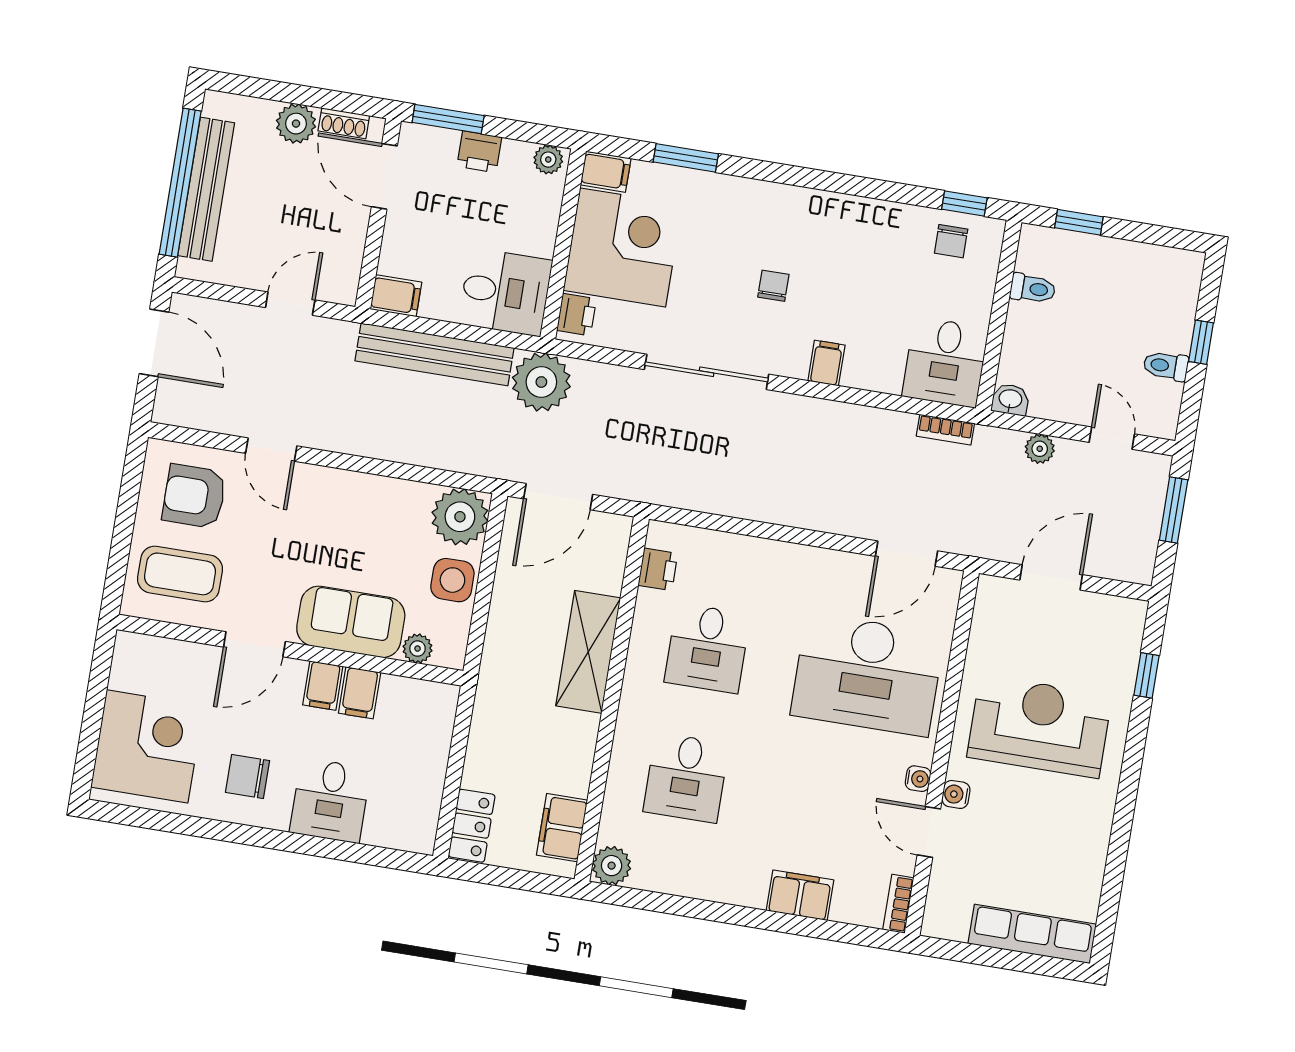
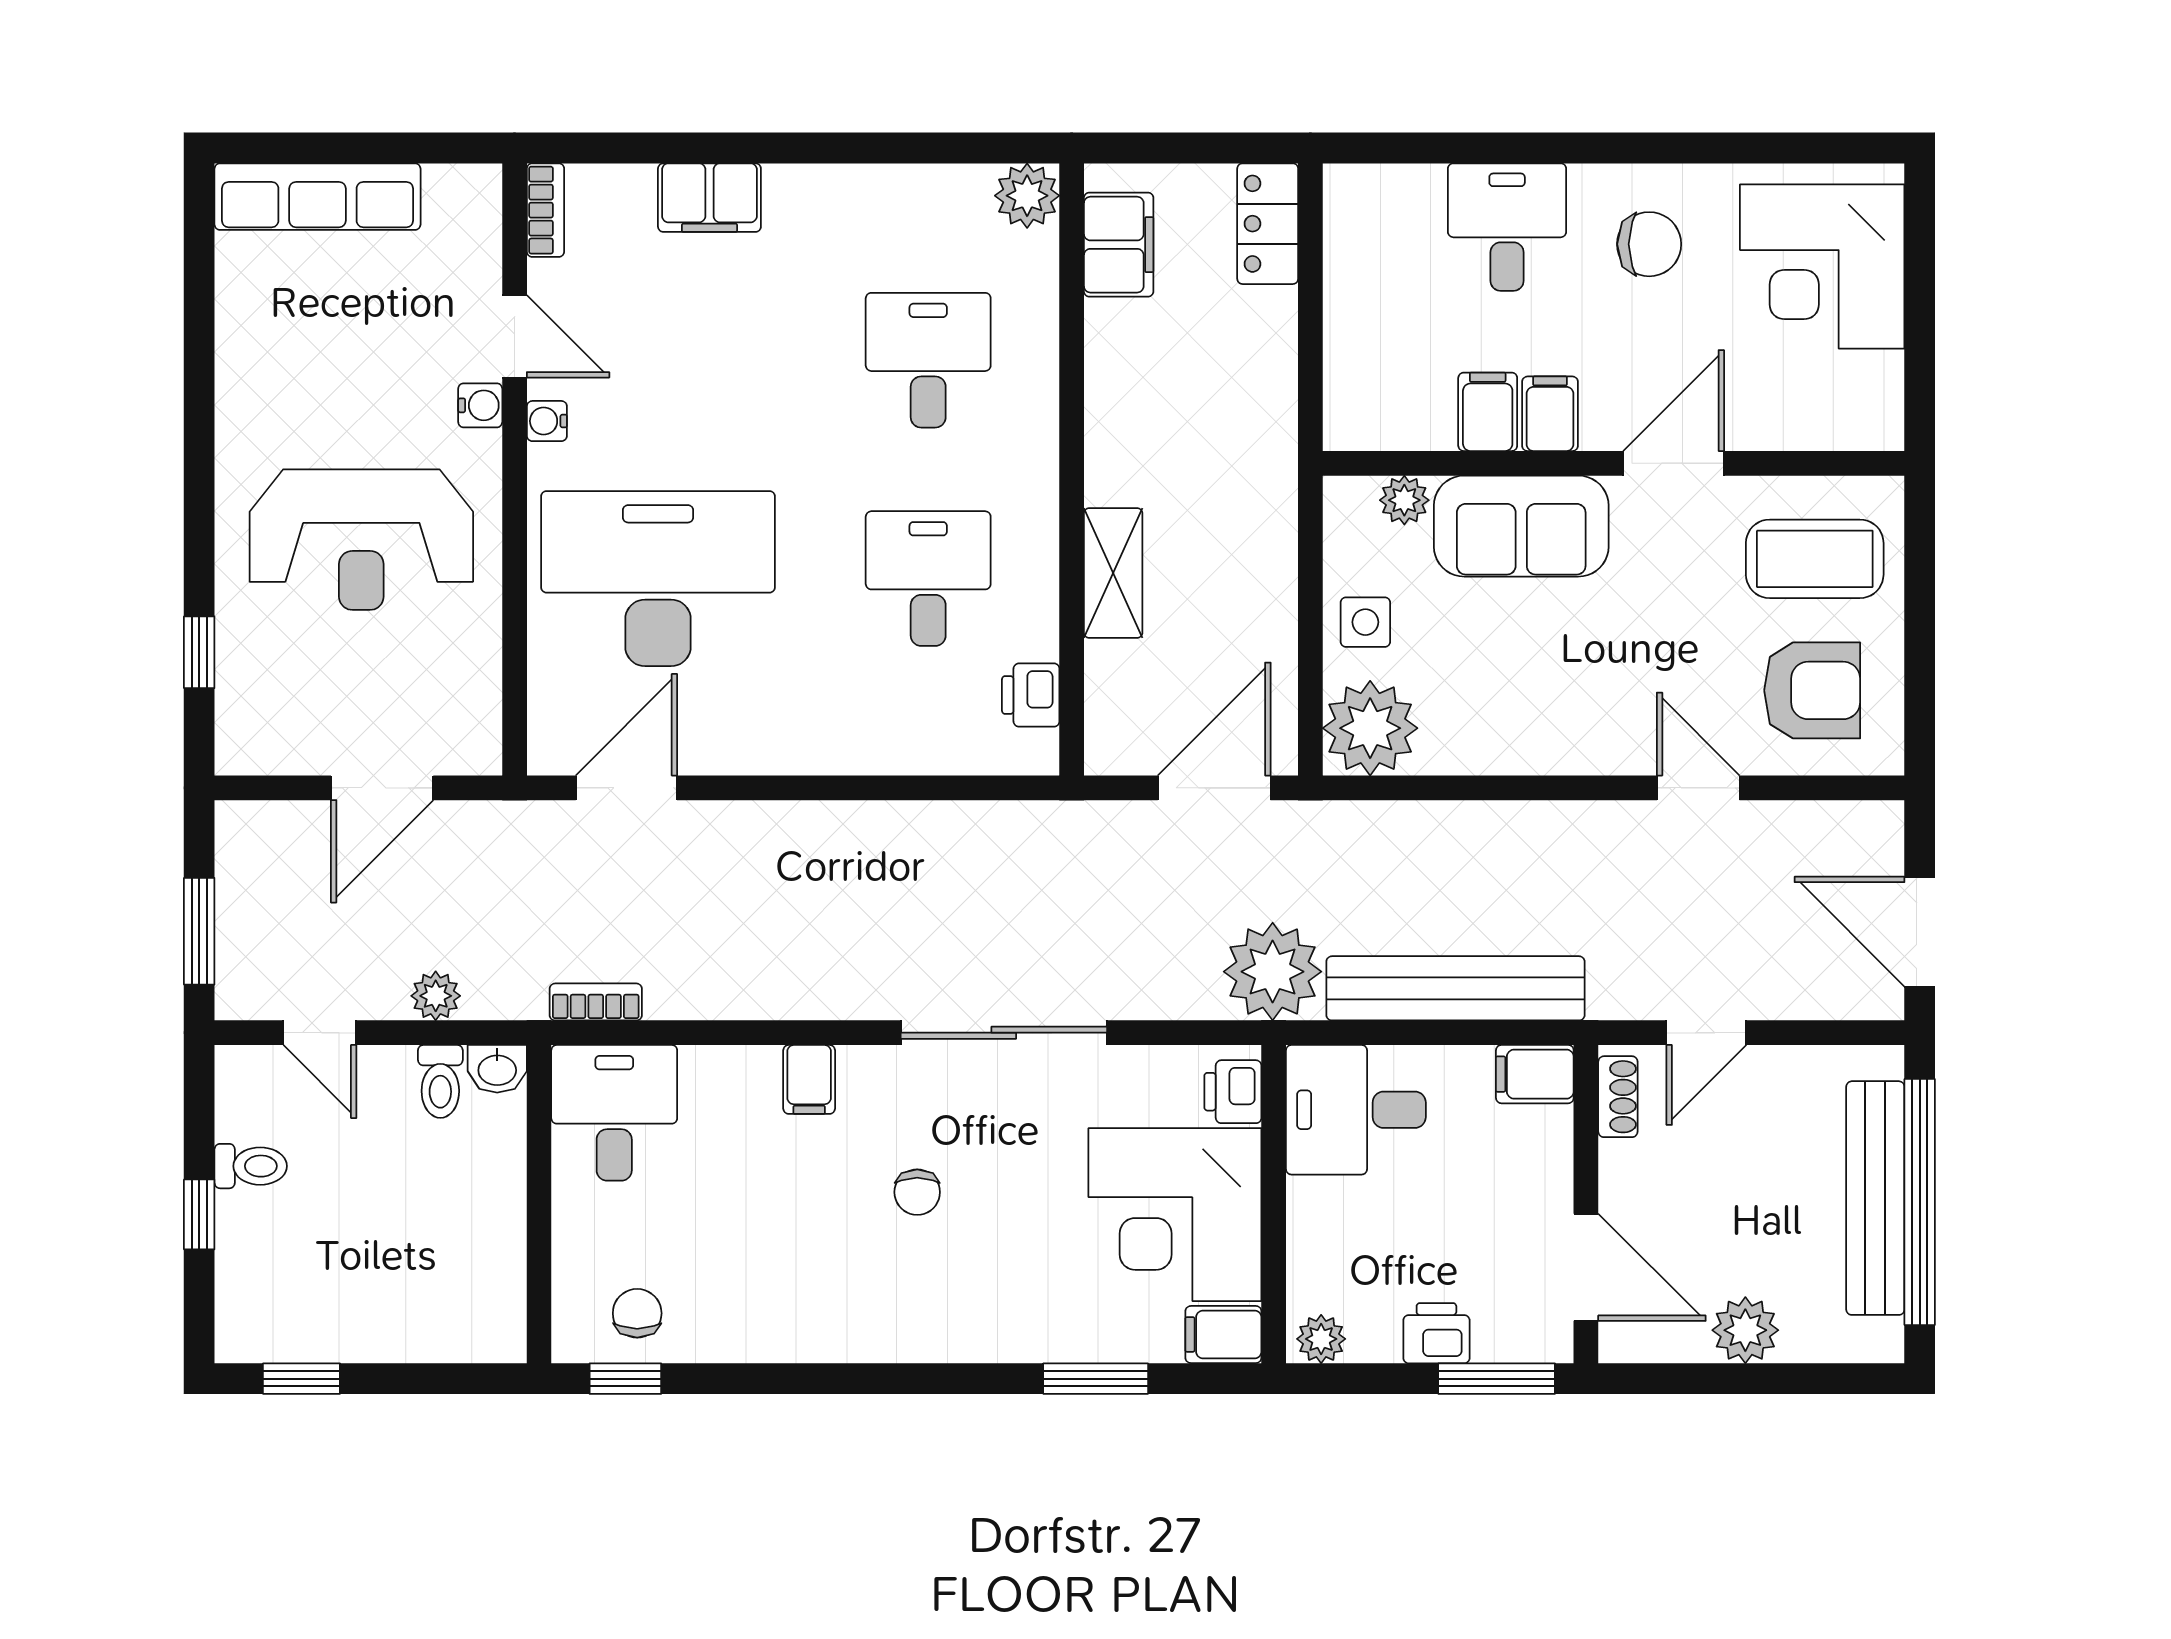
shoe rack: (344, 123) -> (1618, 1097), moved, turned 90
window: (1079, 222) -> (301, 1379), moved
toilet: (1033, 289) -> (440, 1081), moved, turned -90
side table: (452, 580) -> (1365, 622), width x0.73, depth x0.73
shelving: (588, 652) -> (1113, 573), width x0.67, depth x0.75

